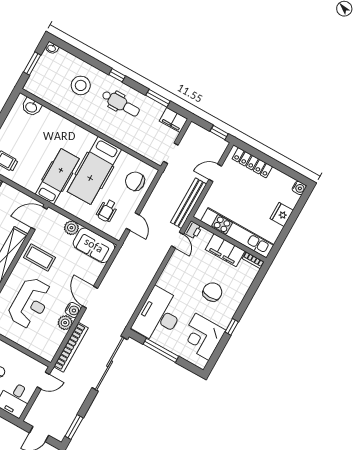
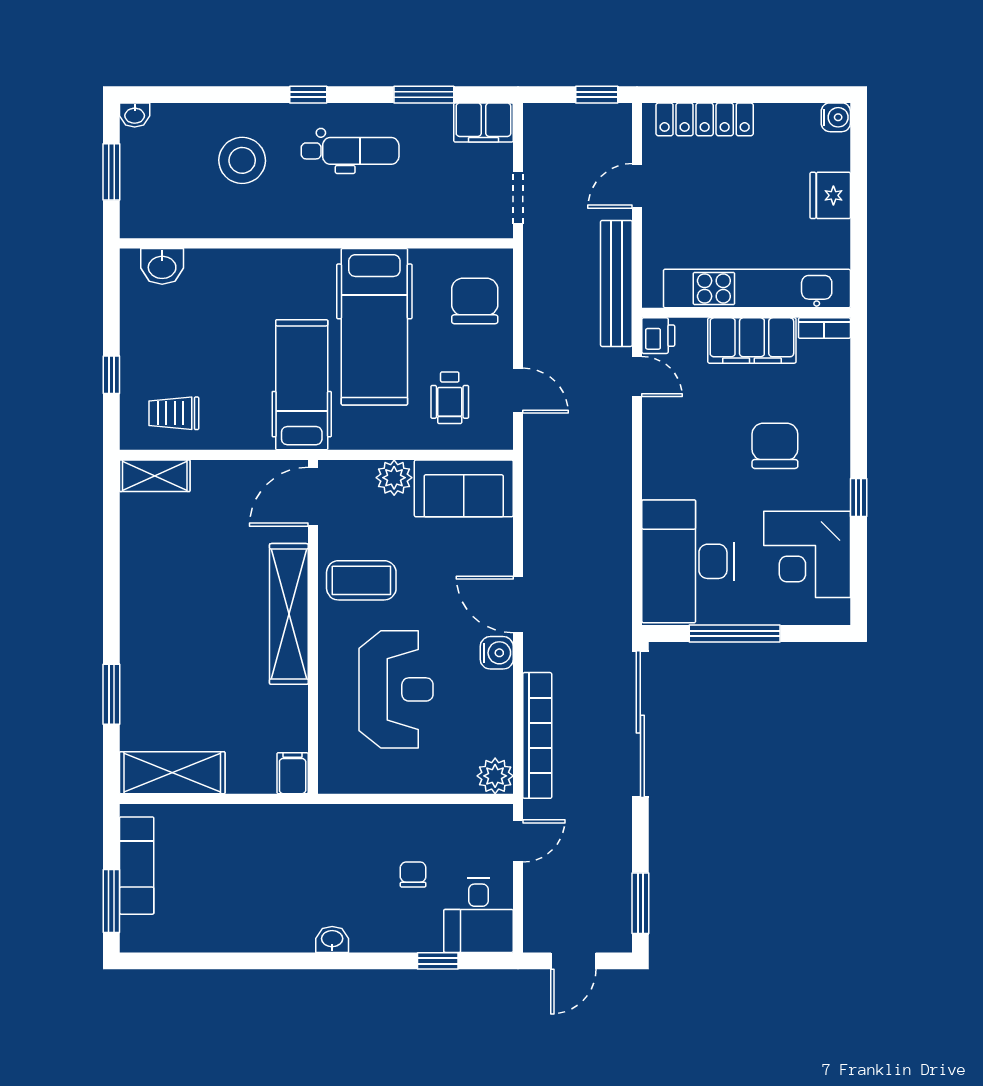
chair: (135, 181) -> (475, 301), turned 90
plant: (65, 323) -> (495, 776), moved

